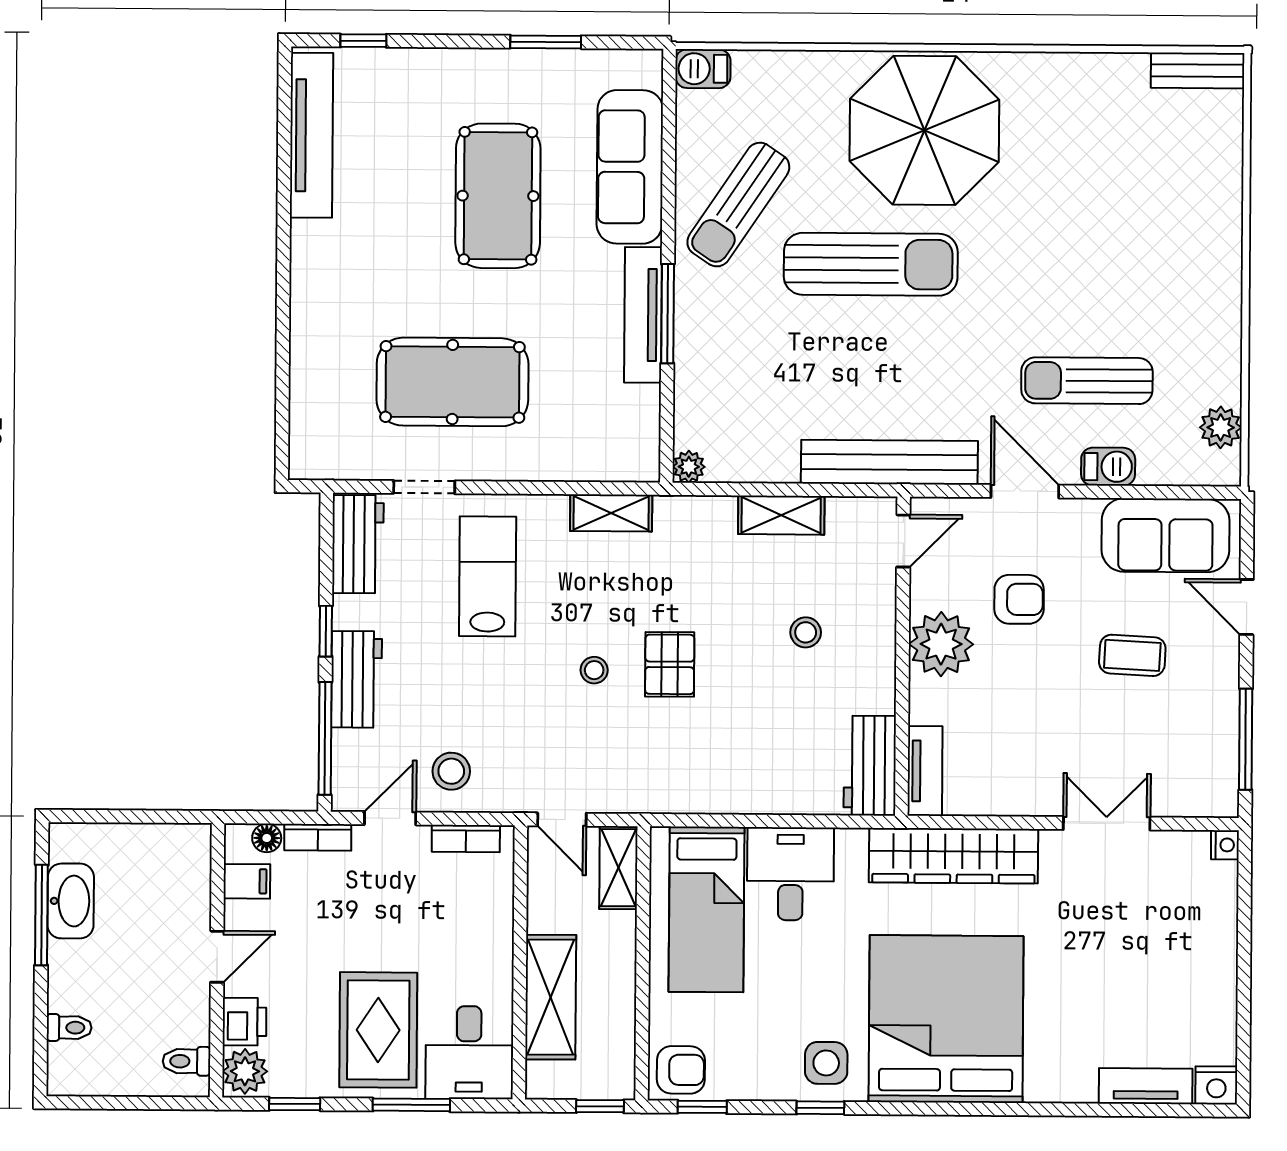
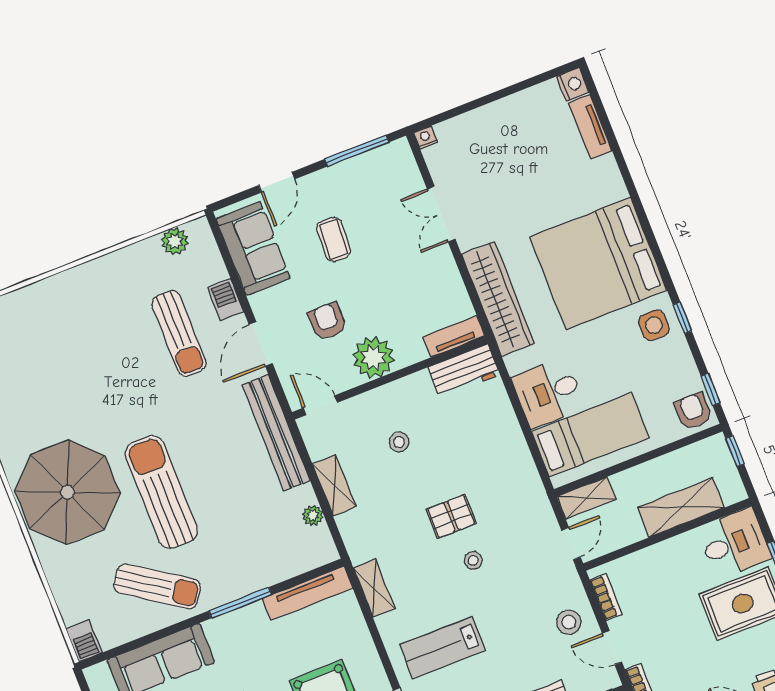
tv unit: (643, 315) -> (307, 593), moved
plant: (689, 467) -> (313, 515), moved

